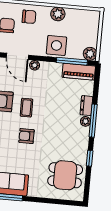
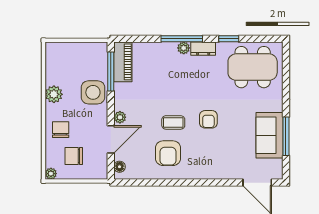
plant: (90, 54) -> (99, 50), removed
dresser: (86, 106) -> (203, 49), moved
dining table: (65, 175) -> (253, 67), width x1.37

